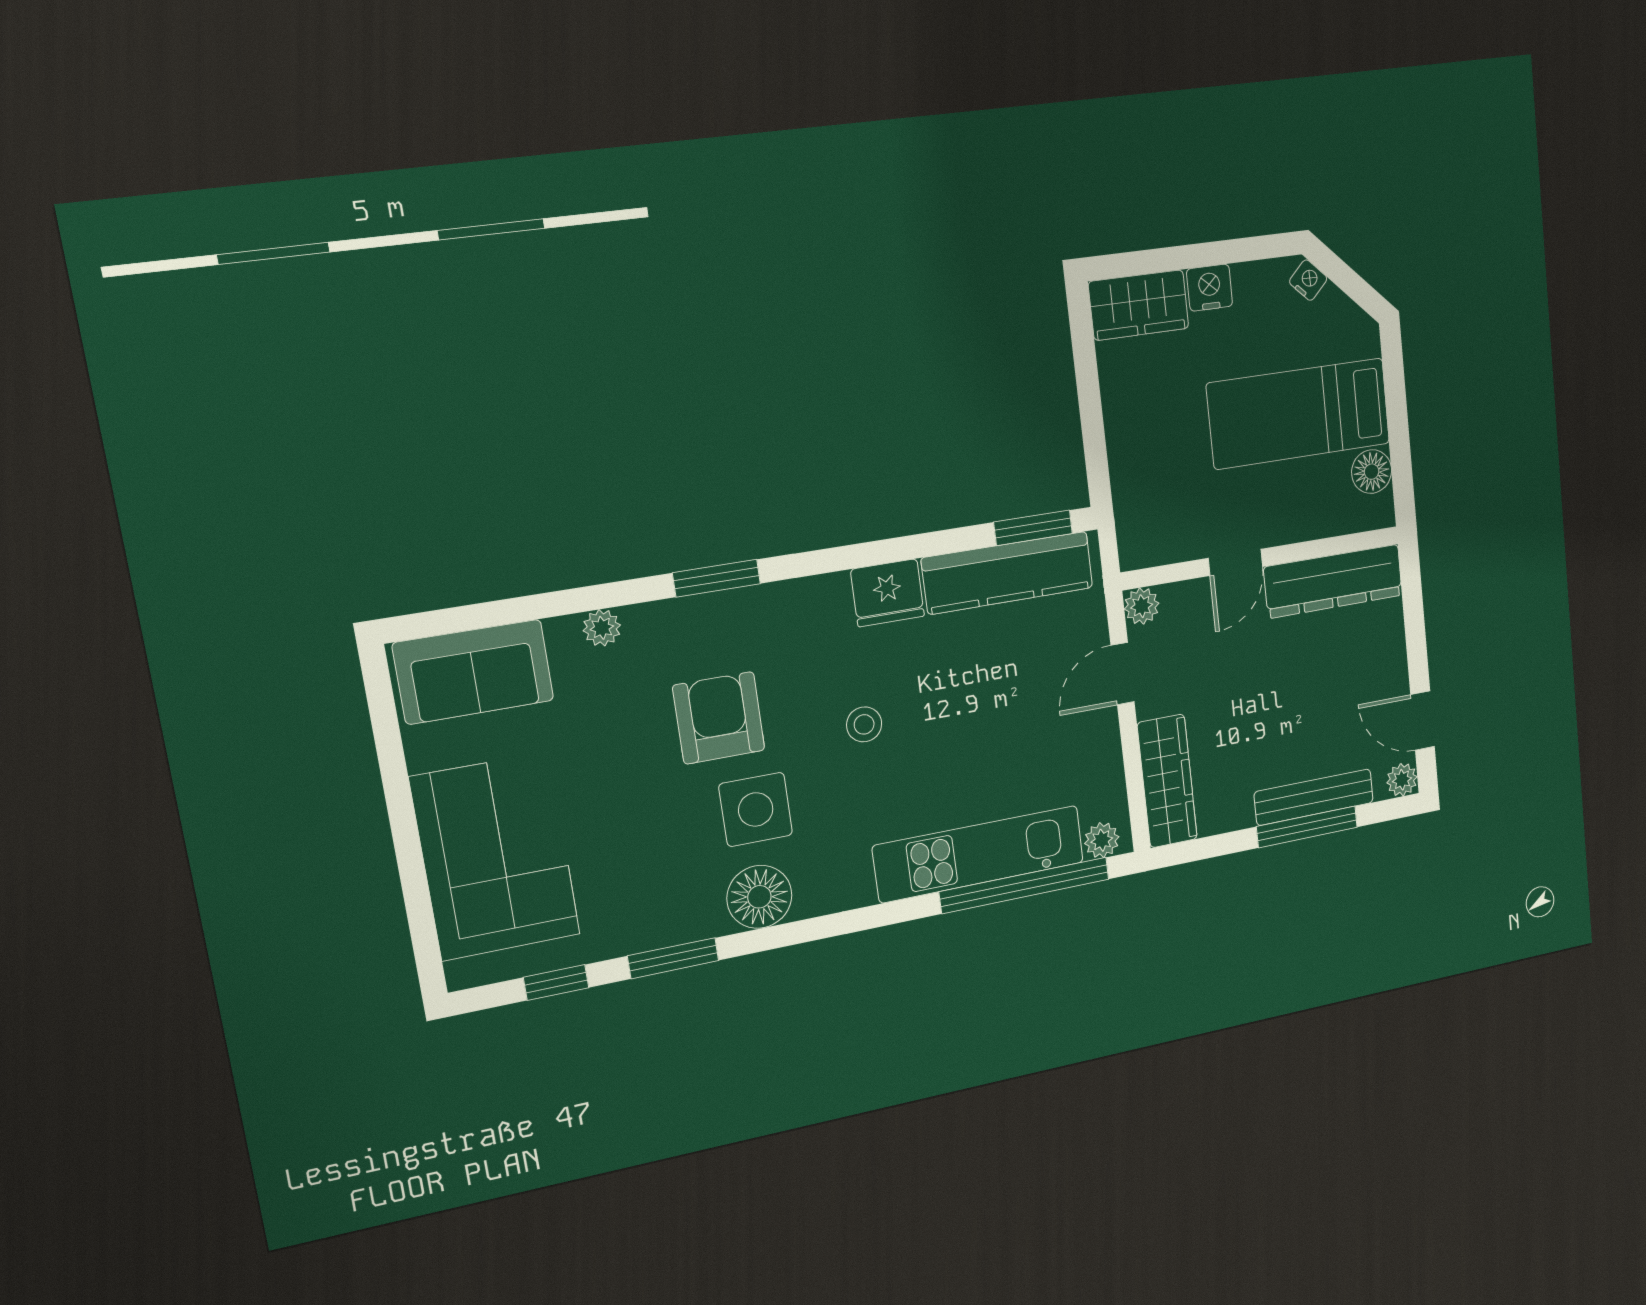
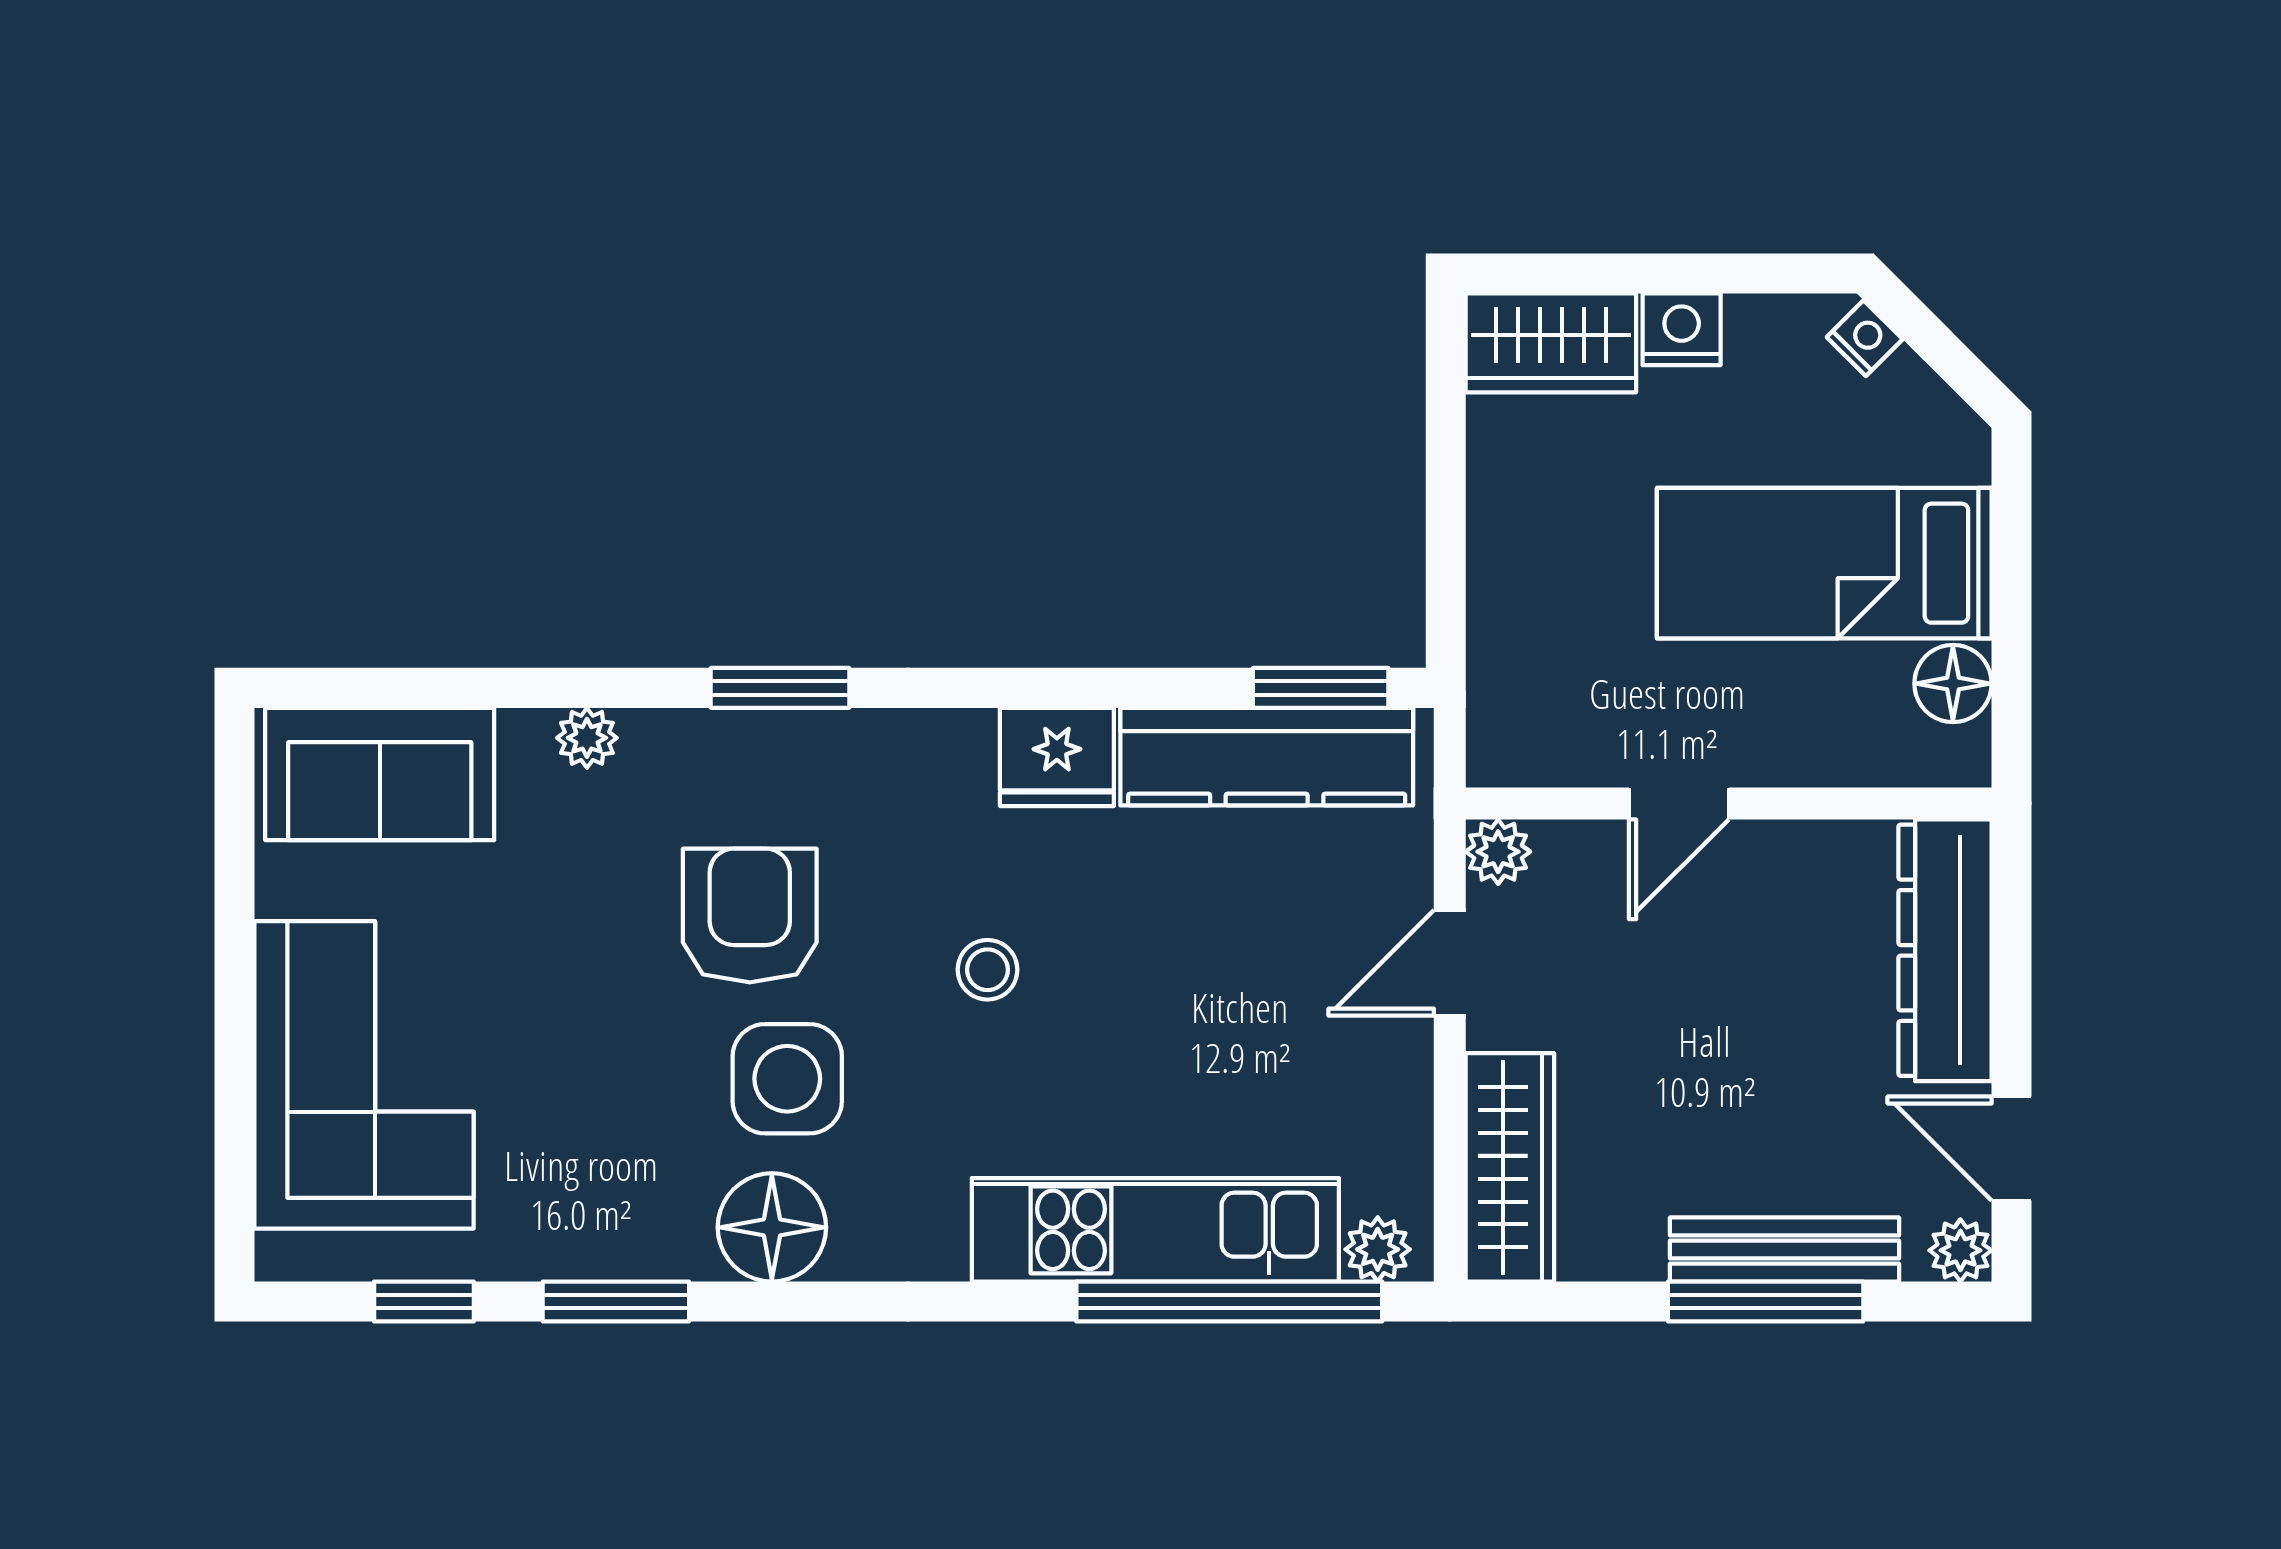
dresser: (1333, 581) -> (1945, 950), moved, turned 90

